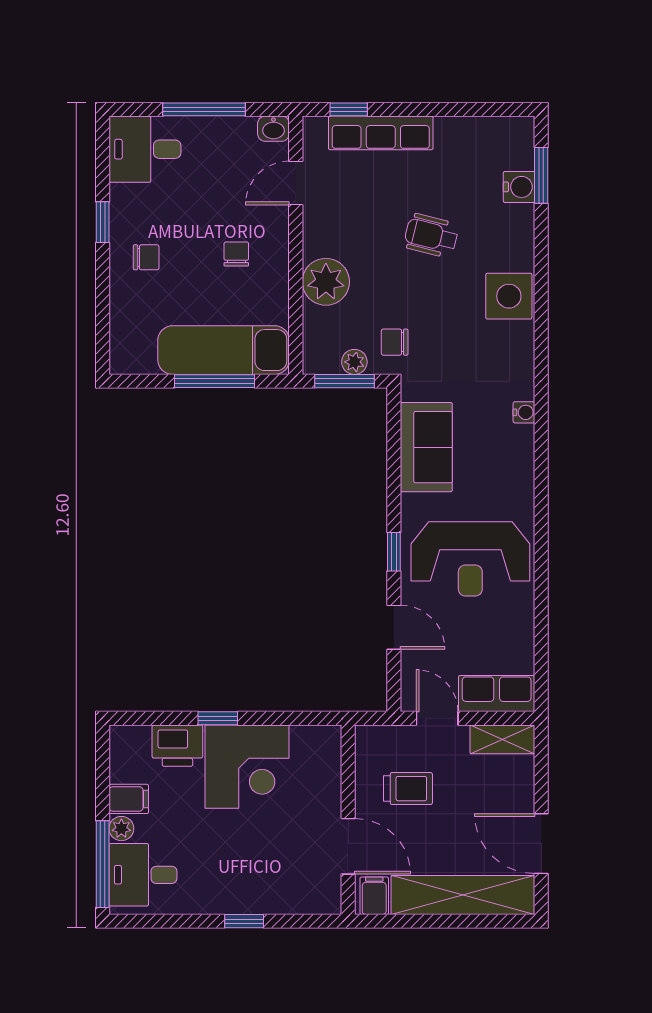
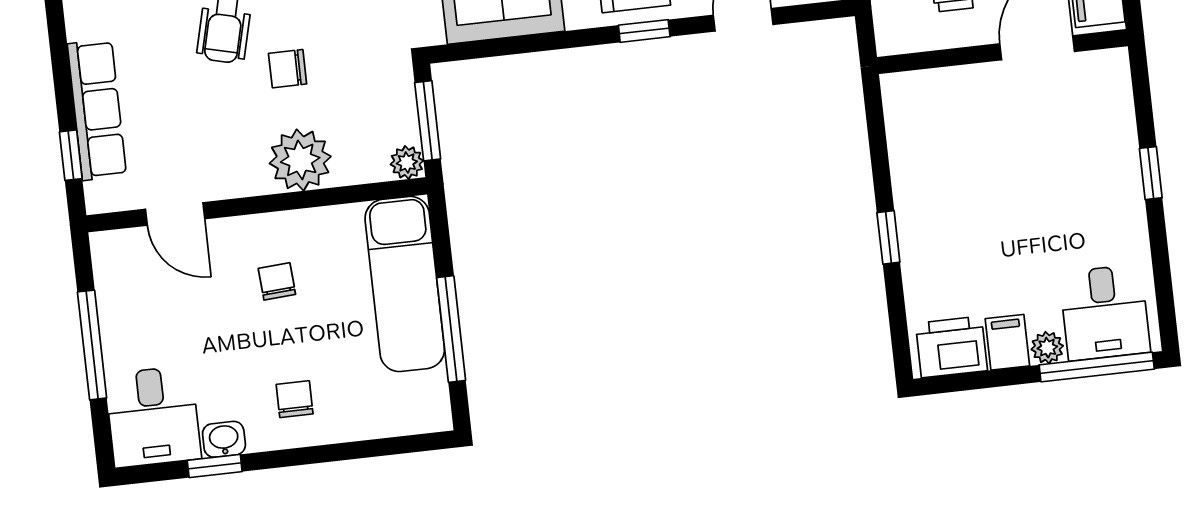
washbasin: (273, 129) -> (224, 439), moved, turned -90
window: (103, 222) -> (215, 466), moved
chair: (236, 254) -> (277, 281), turned 86
chair: (395, 342) -> (288, 69), moved, turned 90
plant: (354, 362) -> (407, 162), moved
window: (214, 381) -> (451, 329), moved
printer: (177, 746) -> (951, 347), moved, turned -90
corner desk: (247, 767) -> (948, 192), removed

